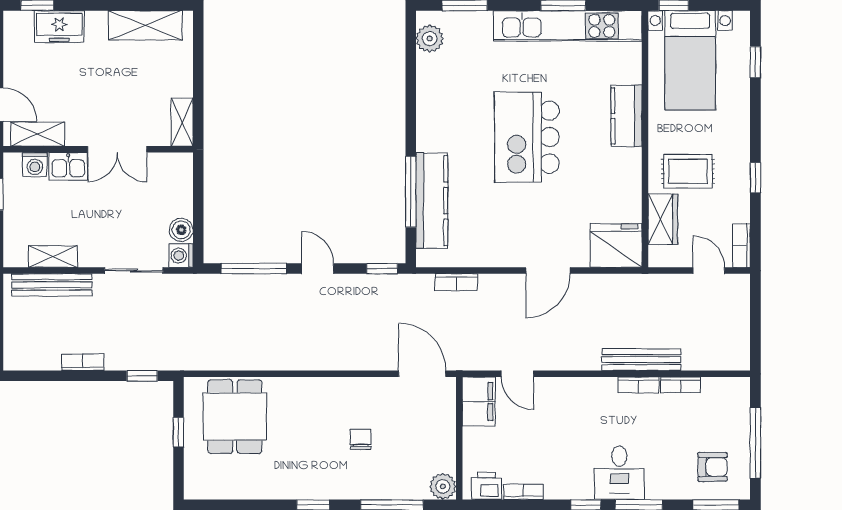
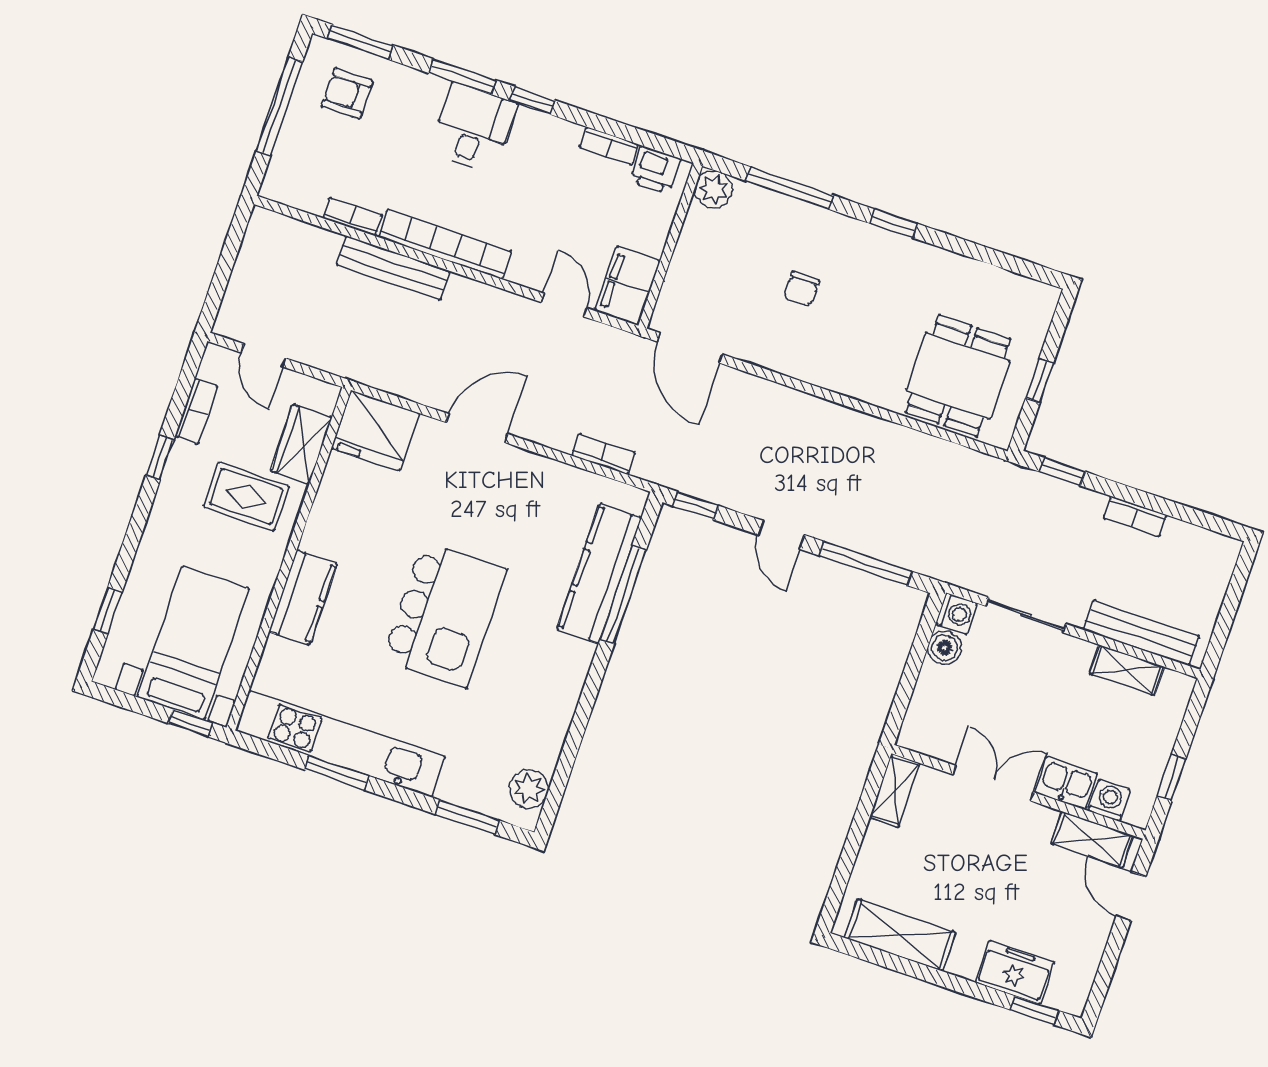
bookcase: (741, 245) -> (196, 411), moved
bookcase: (638, 385) -> (445, 244), width x2.31, depth x1.31

